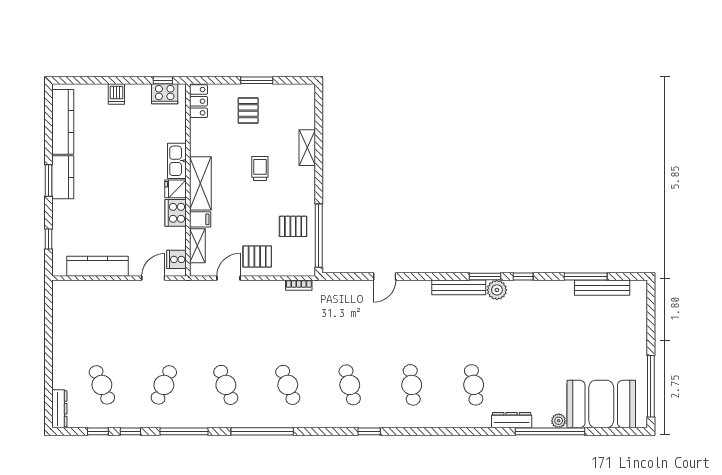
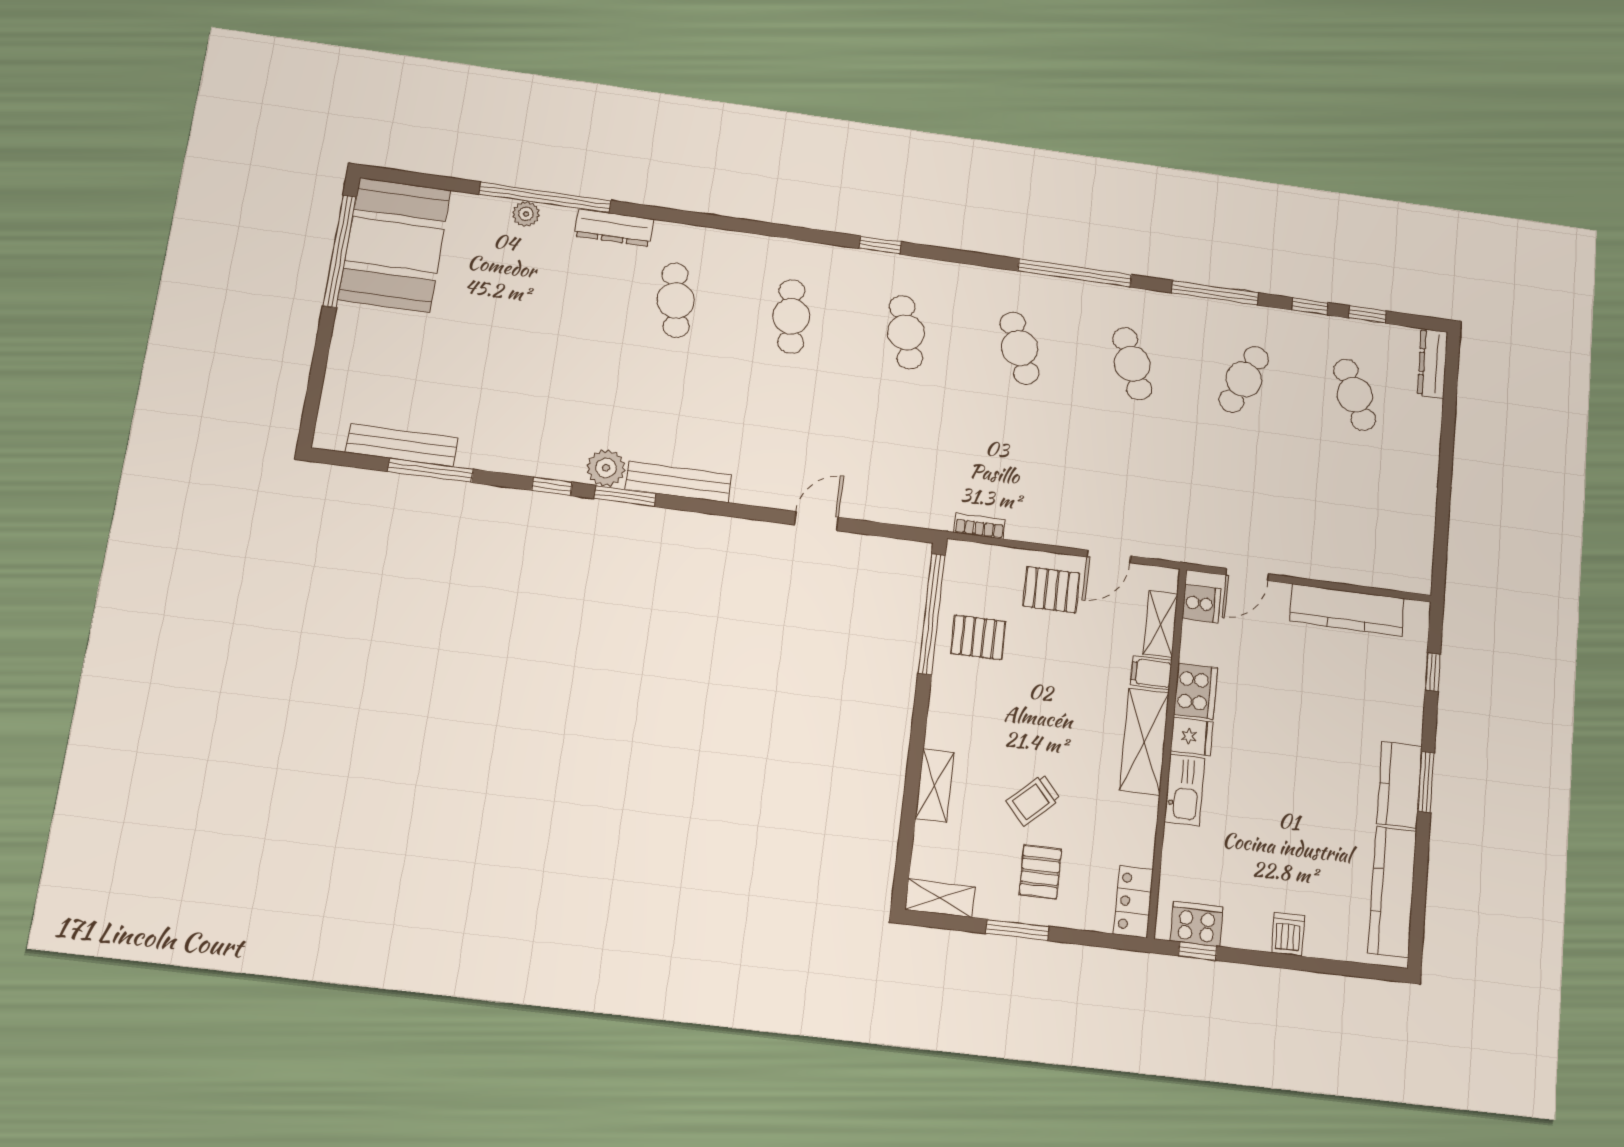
shelving: (298, 92) -> (940, 898), added
trolley: (260, 169) -> (1033, 800), moved, turned 48
booth: (601, 404) -> (395, 245), moved, turned 90

